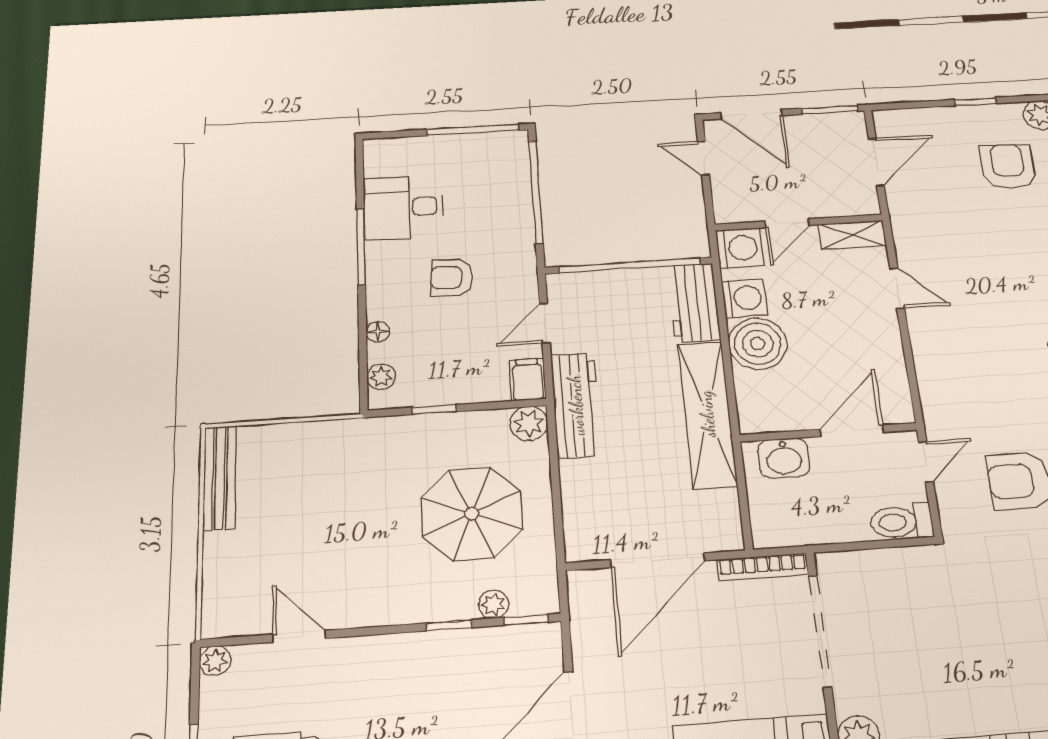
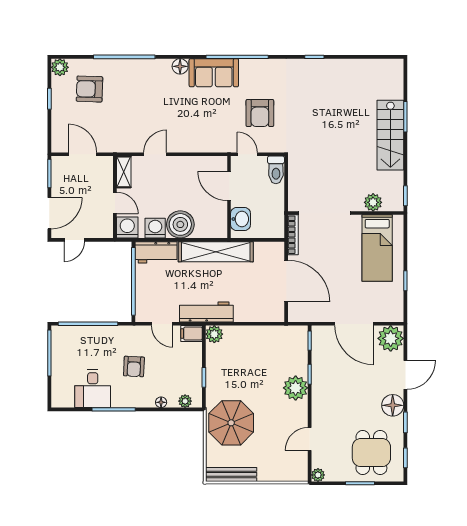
parasol: (472, 514) -> (231, 423), moved
plant: (493, 604) -> (296, 388), moved, width x1.88, depth x1.88

